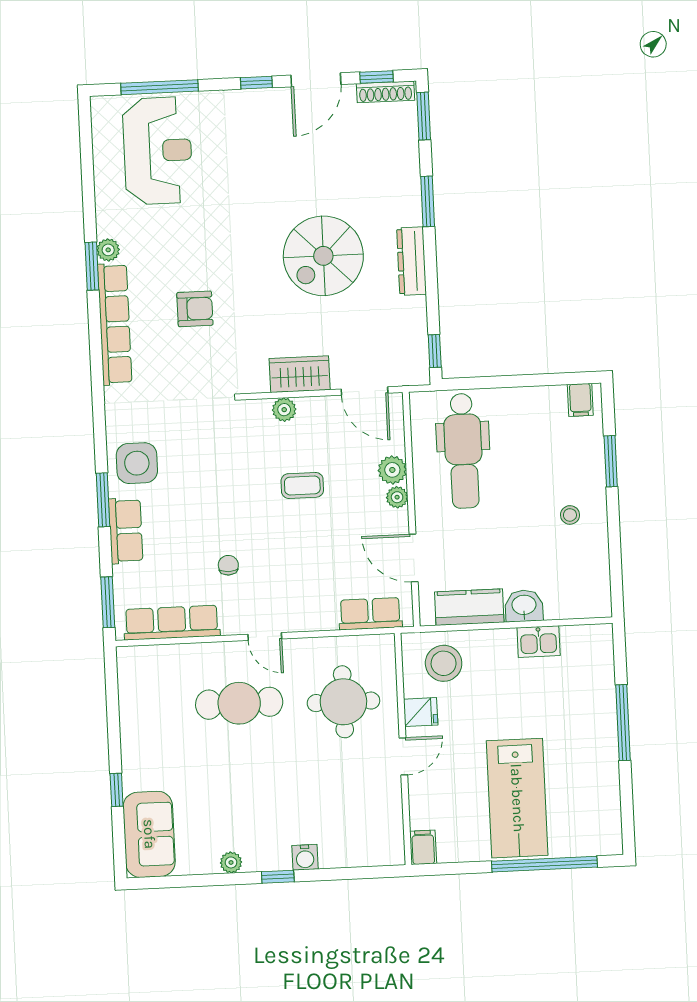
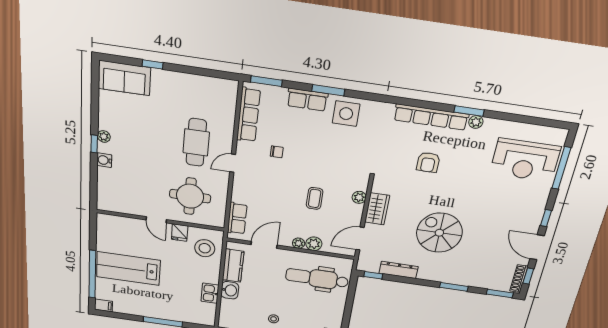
dresser: (412, 261) -> (399, 270), moved
filing cabinet: (423, 847) -> (104, 305), moved
plant: (231, 862) -> (104, 136), moved

